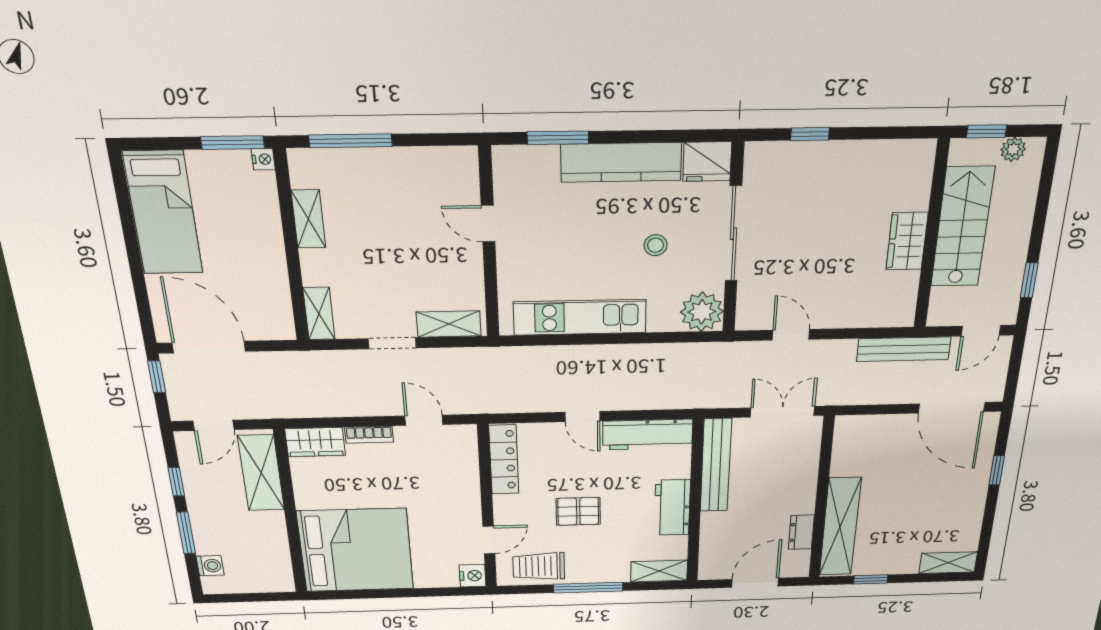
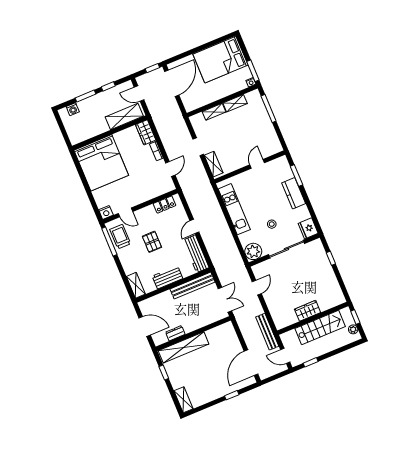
kitchen counter: (621, 162) -> (294, 193), width x0.67
bed: (163, 213) -> (220, 60), width x1.50
shelving: (319, 314) -> (214, 112), moved
locker: (504, 460) -> (165, 205), width x0.66
window: (588, 588) -> (109, 242), moved

